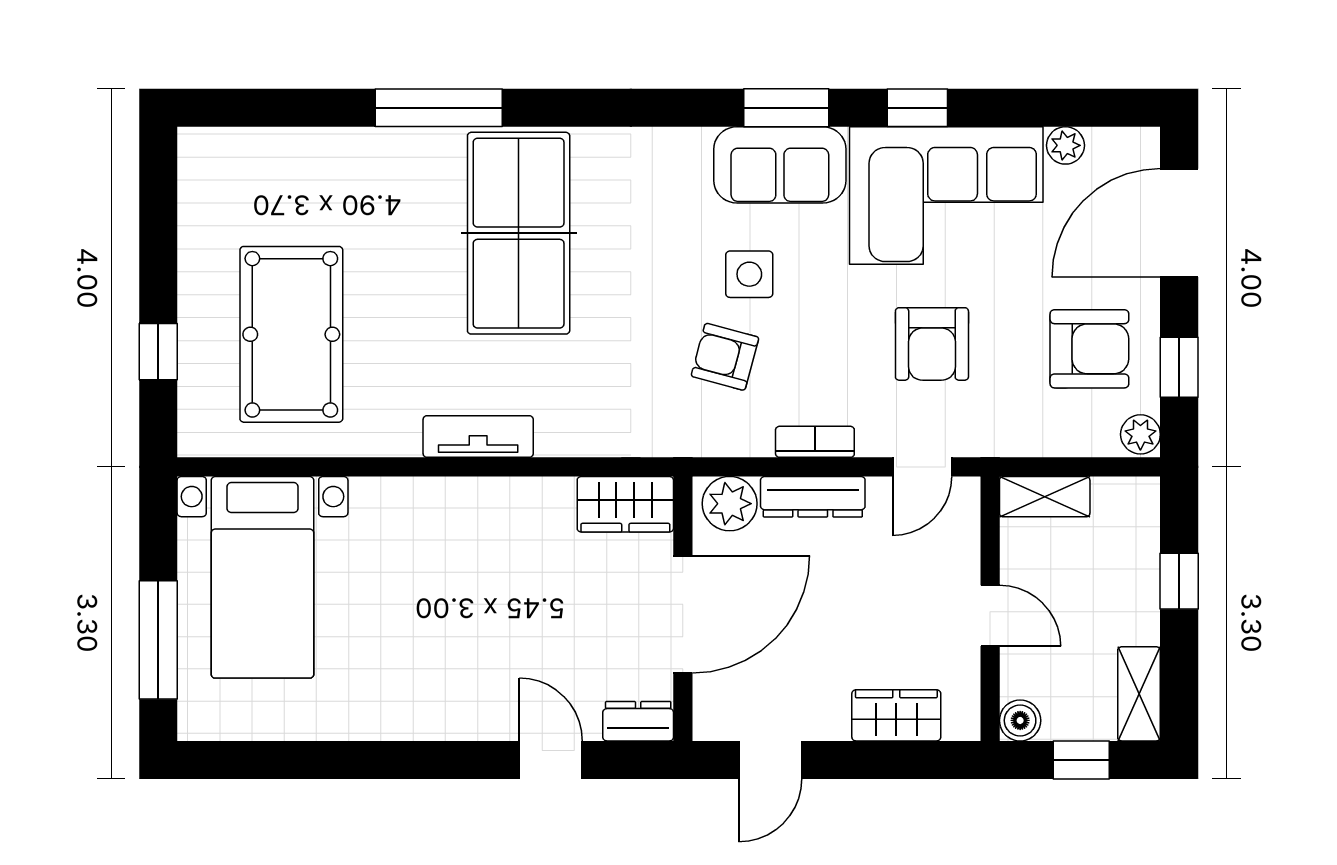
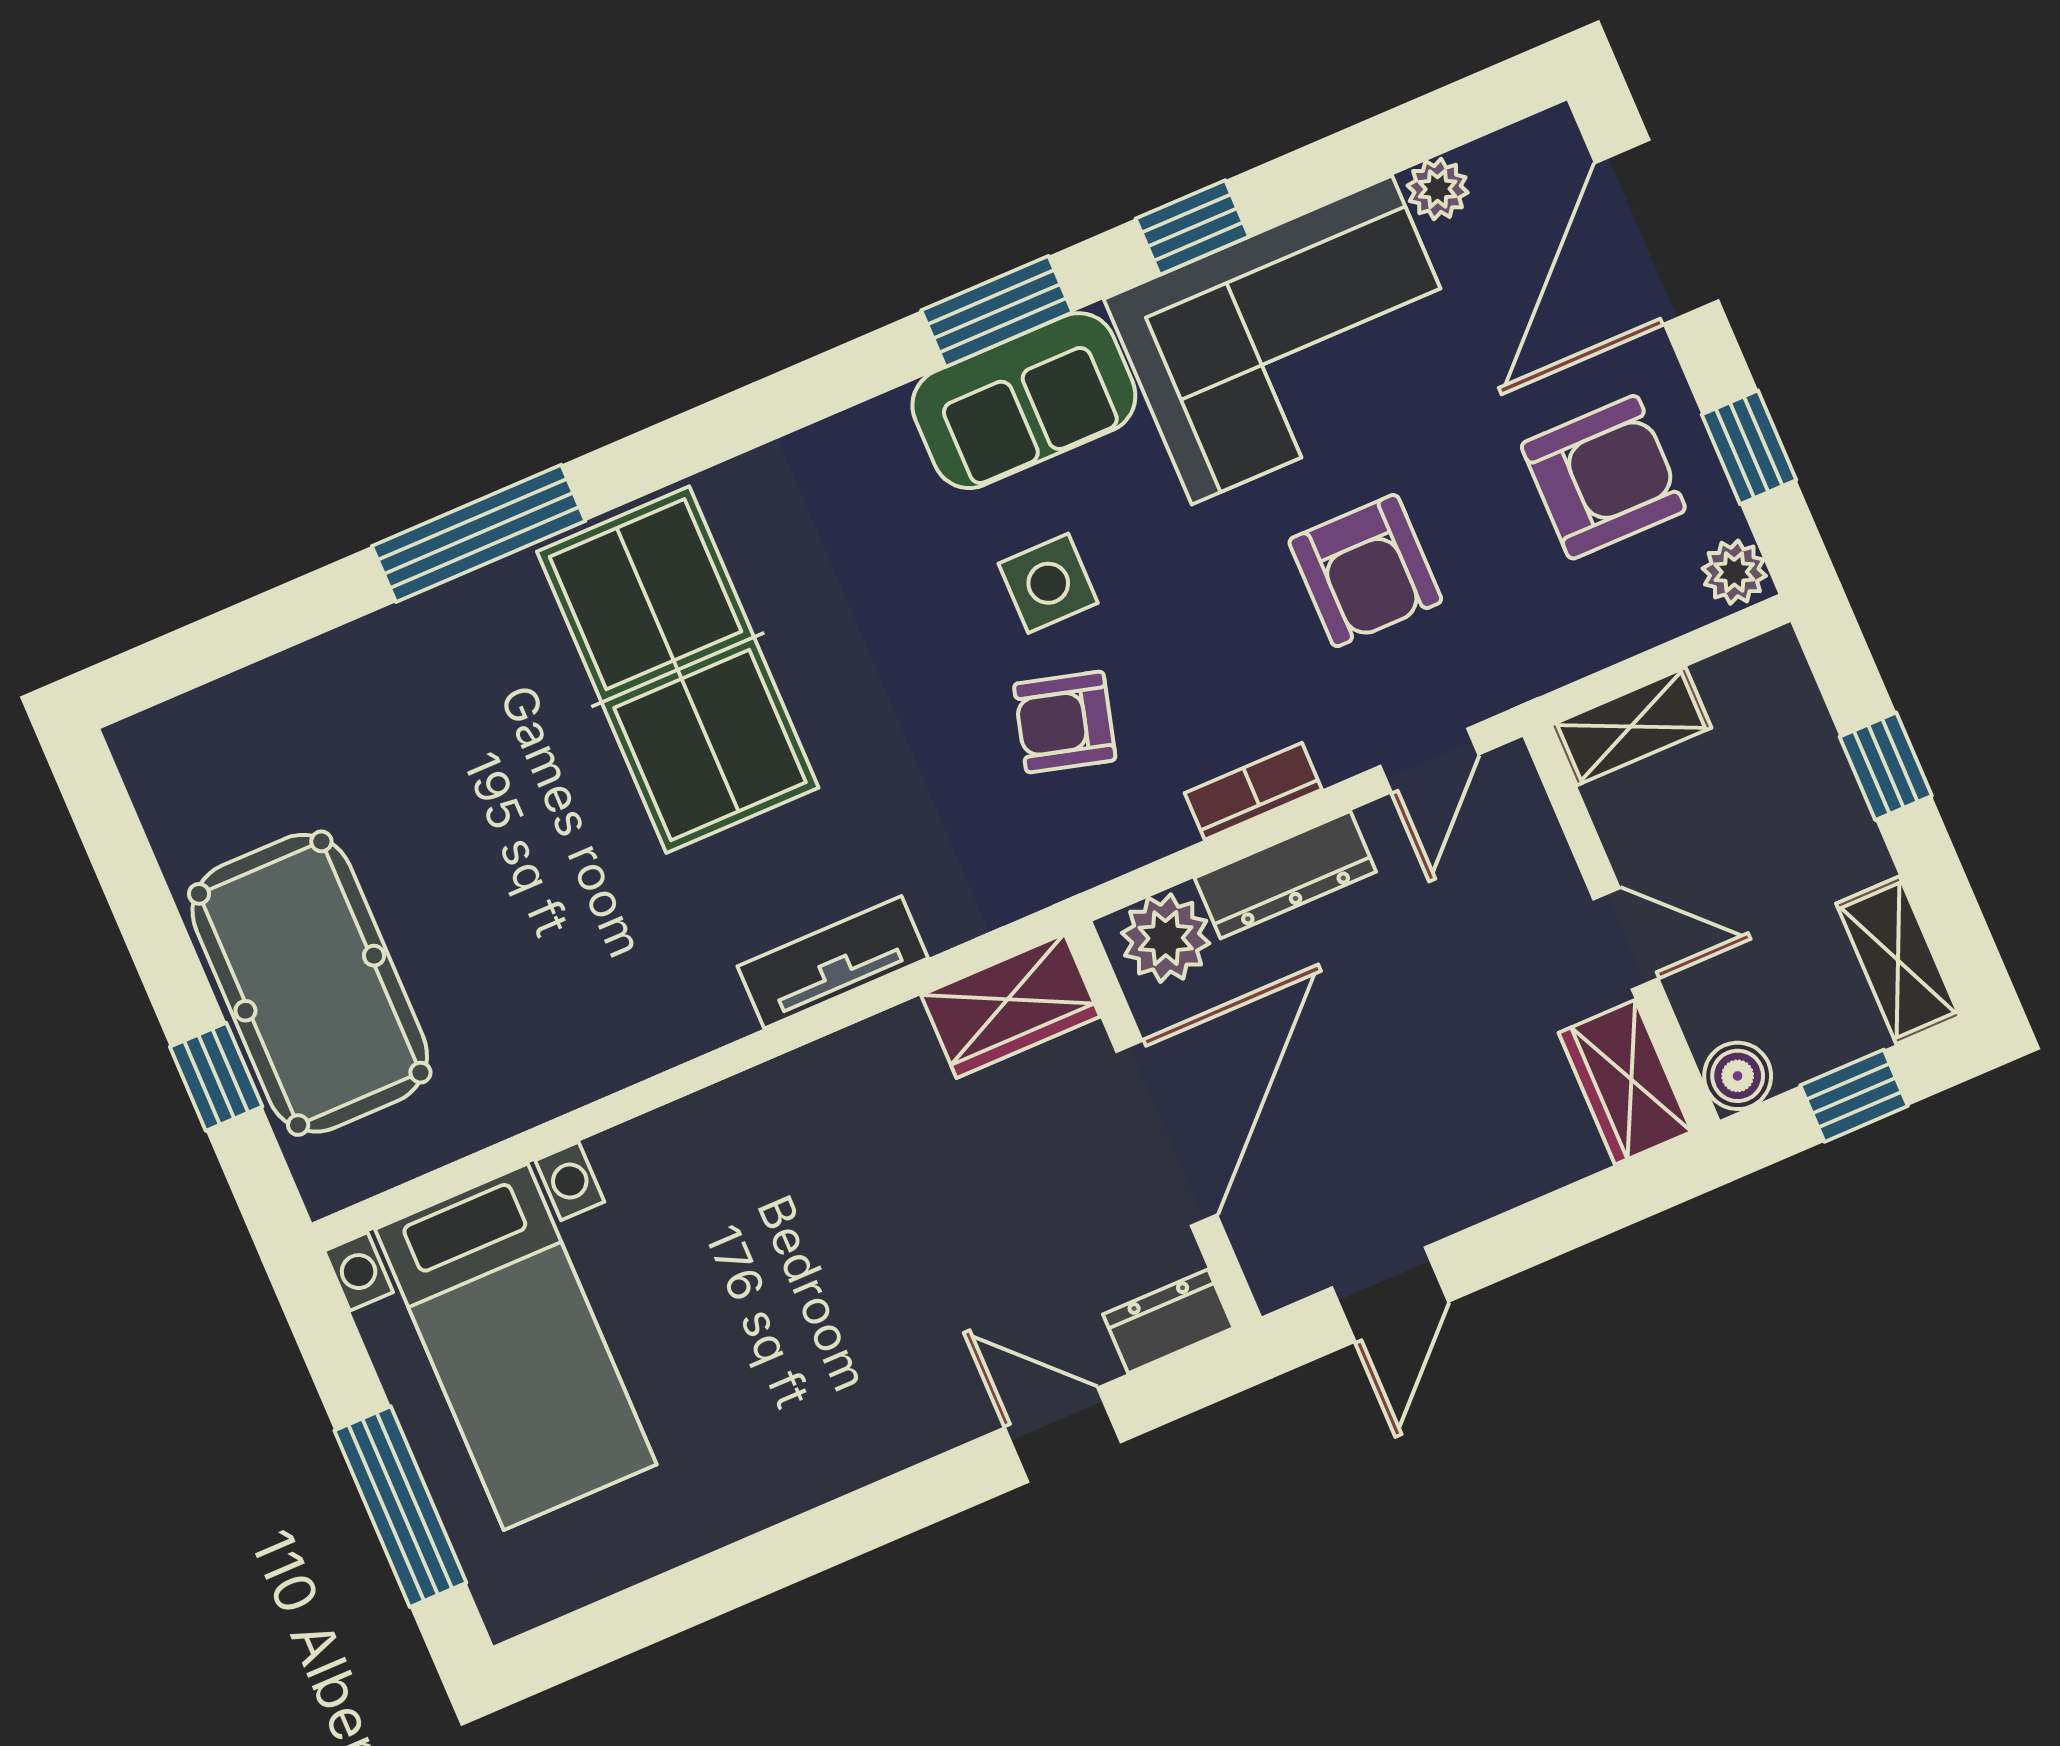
pool table: (291, 334) -> (310, 983), moved
tv unit: (478, 437) -> (833, 962), moved
wardrobe: (896, 715) -> (1625, 1082), moved, turned -90

